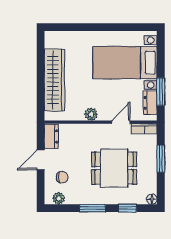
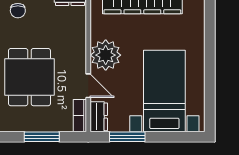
dresser: (150, 103) -> (99, 117), moved, turned 90
plant: (91, 114) -> (106, 55), width x1.87, depth x1.87

